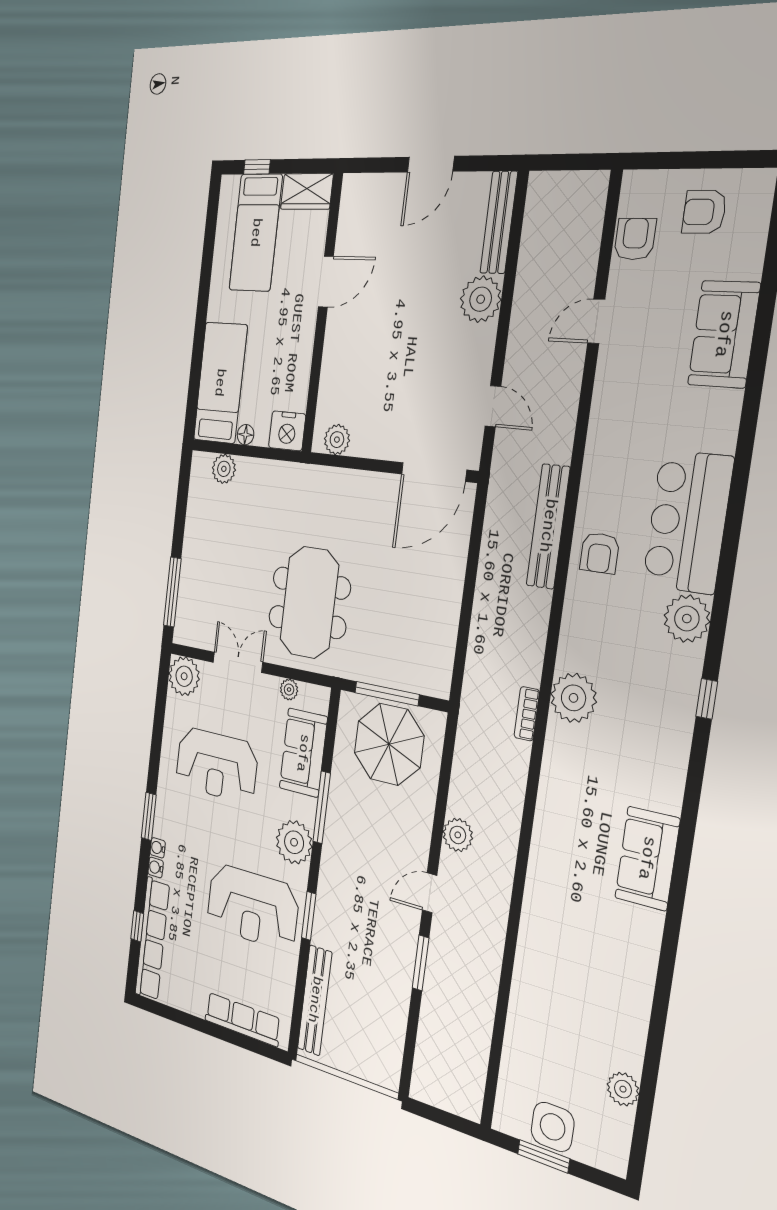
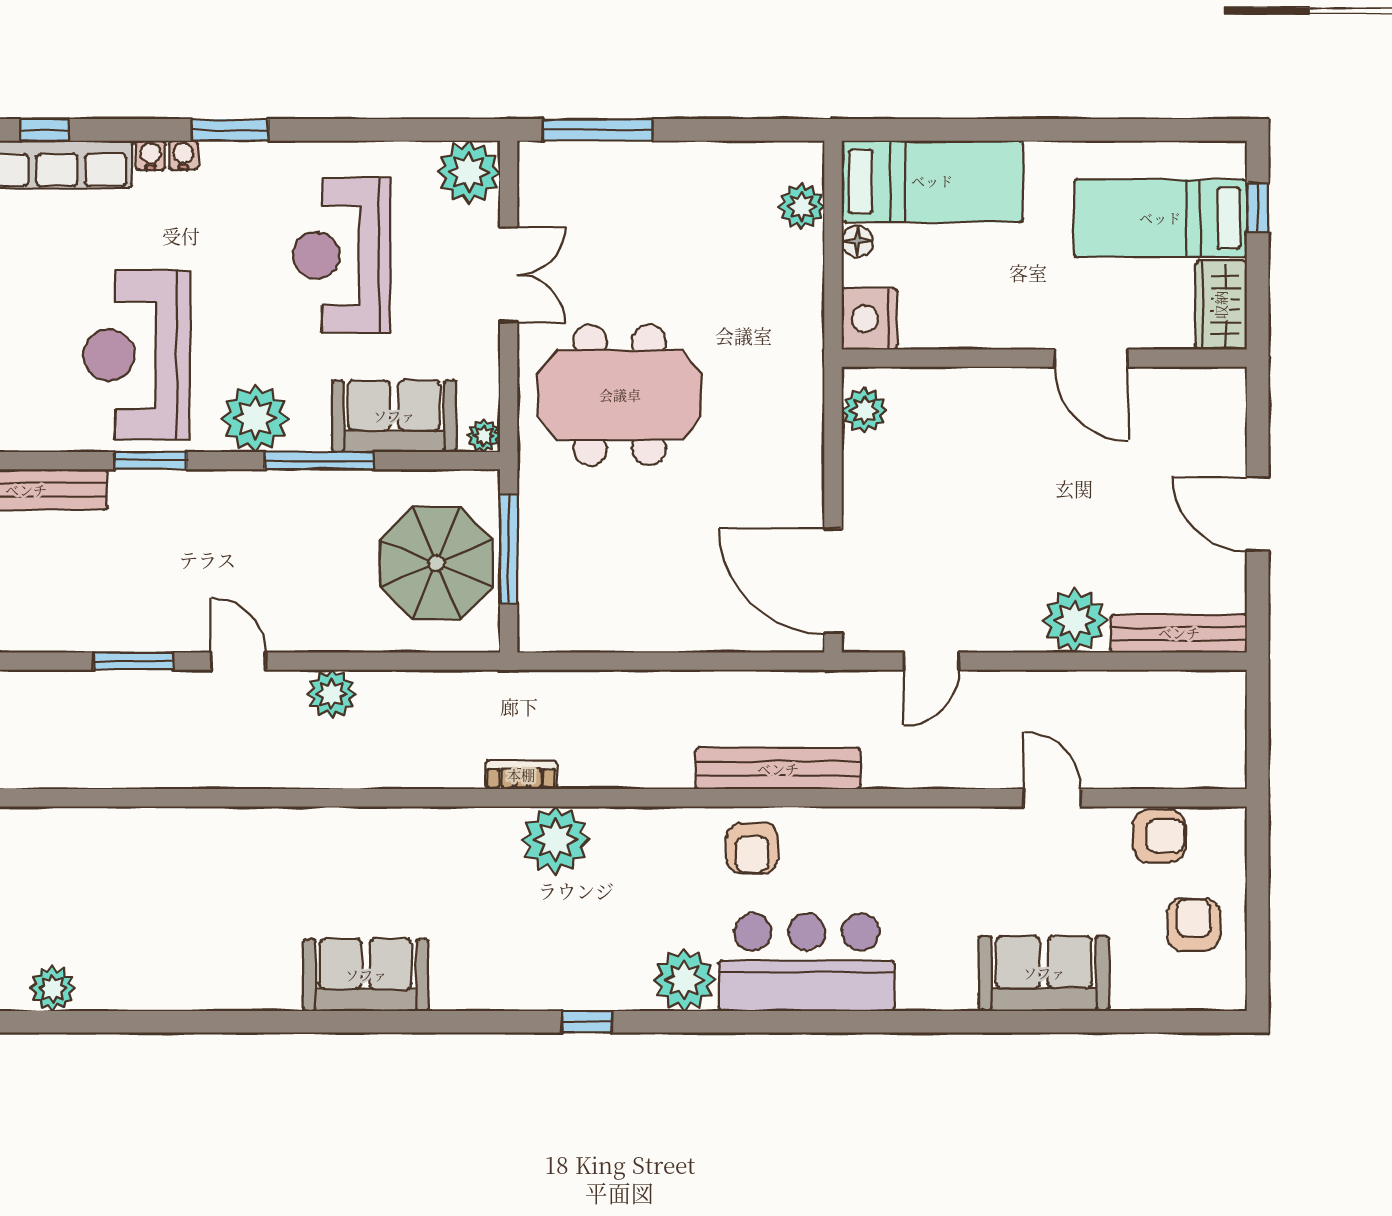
armchair: (600, 553) -> (752, 848), turned -90
plant: (289, 690) -> (484, 436), moved

